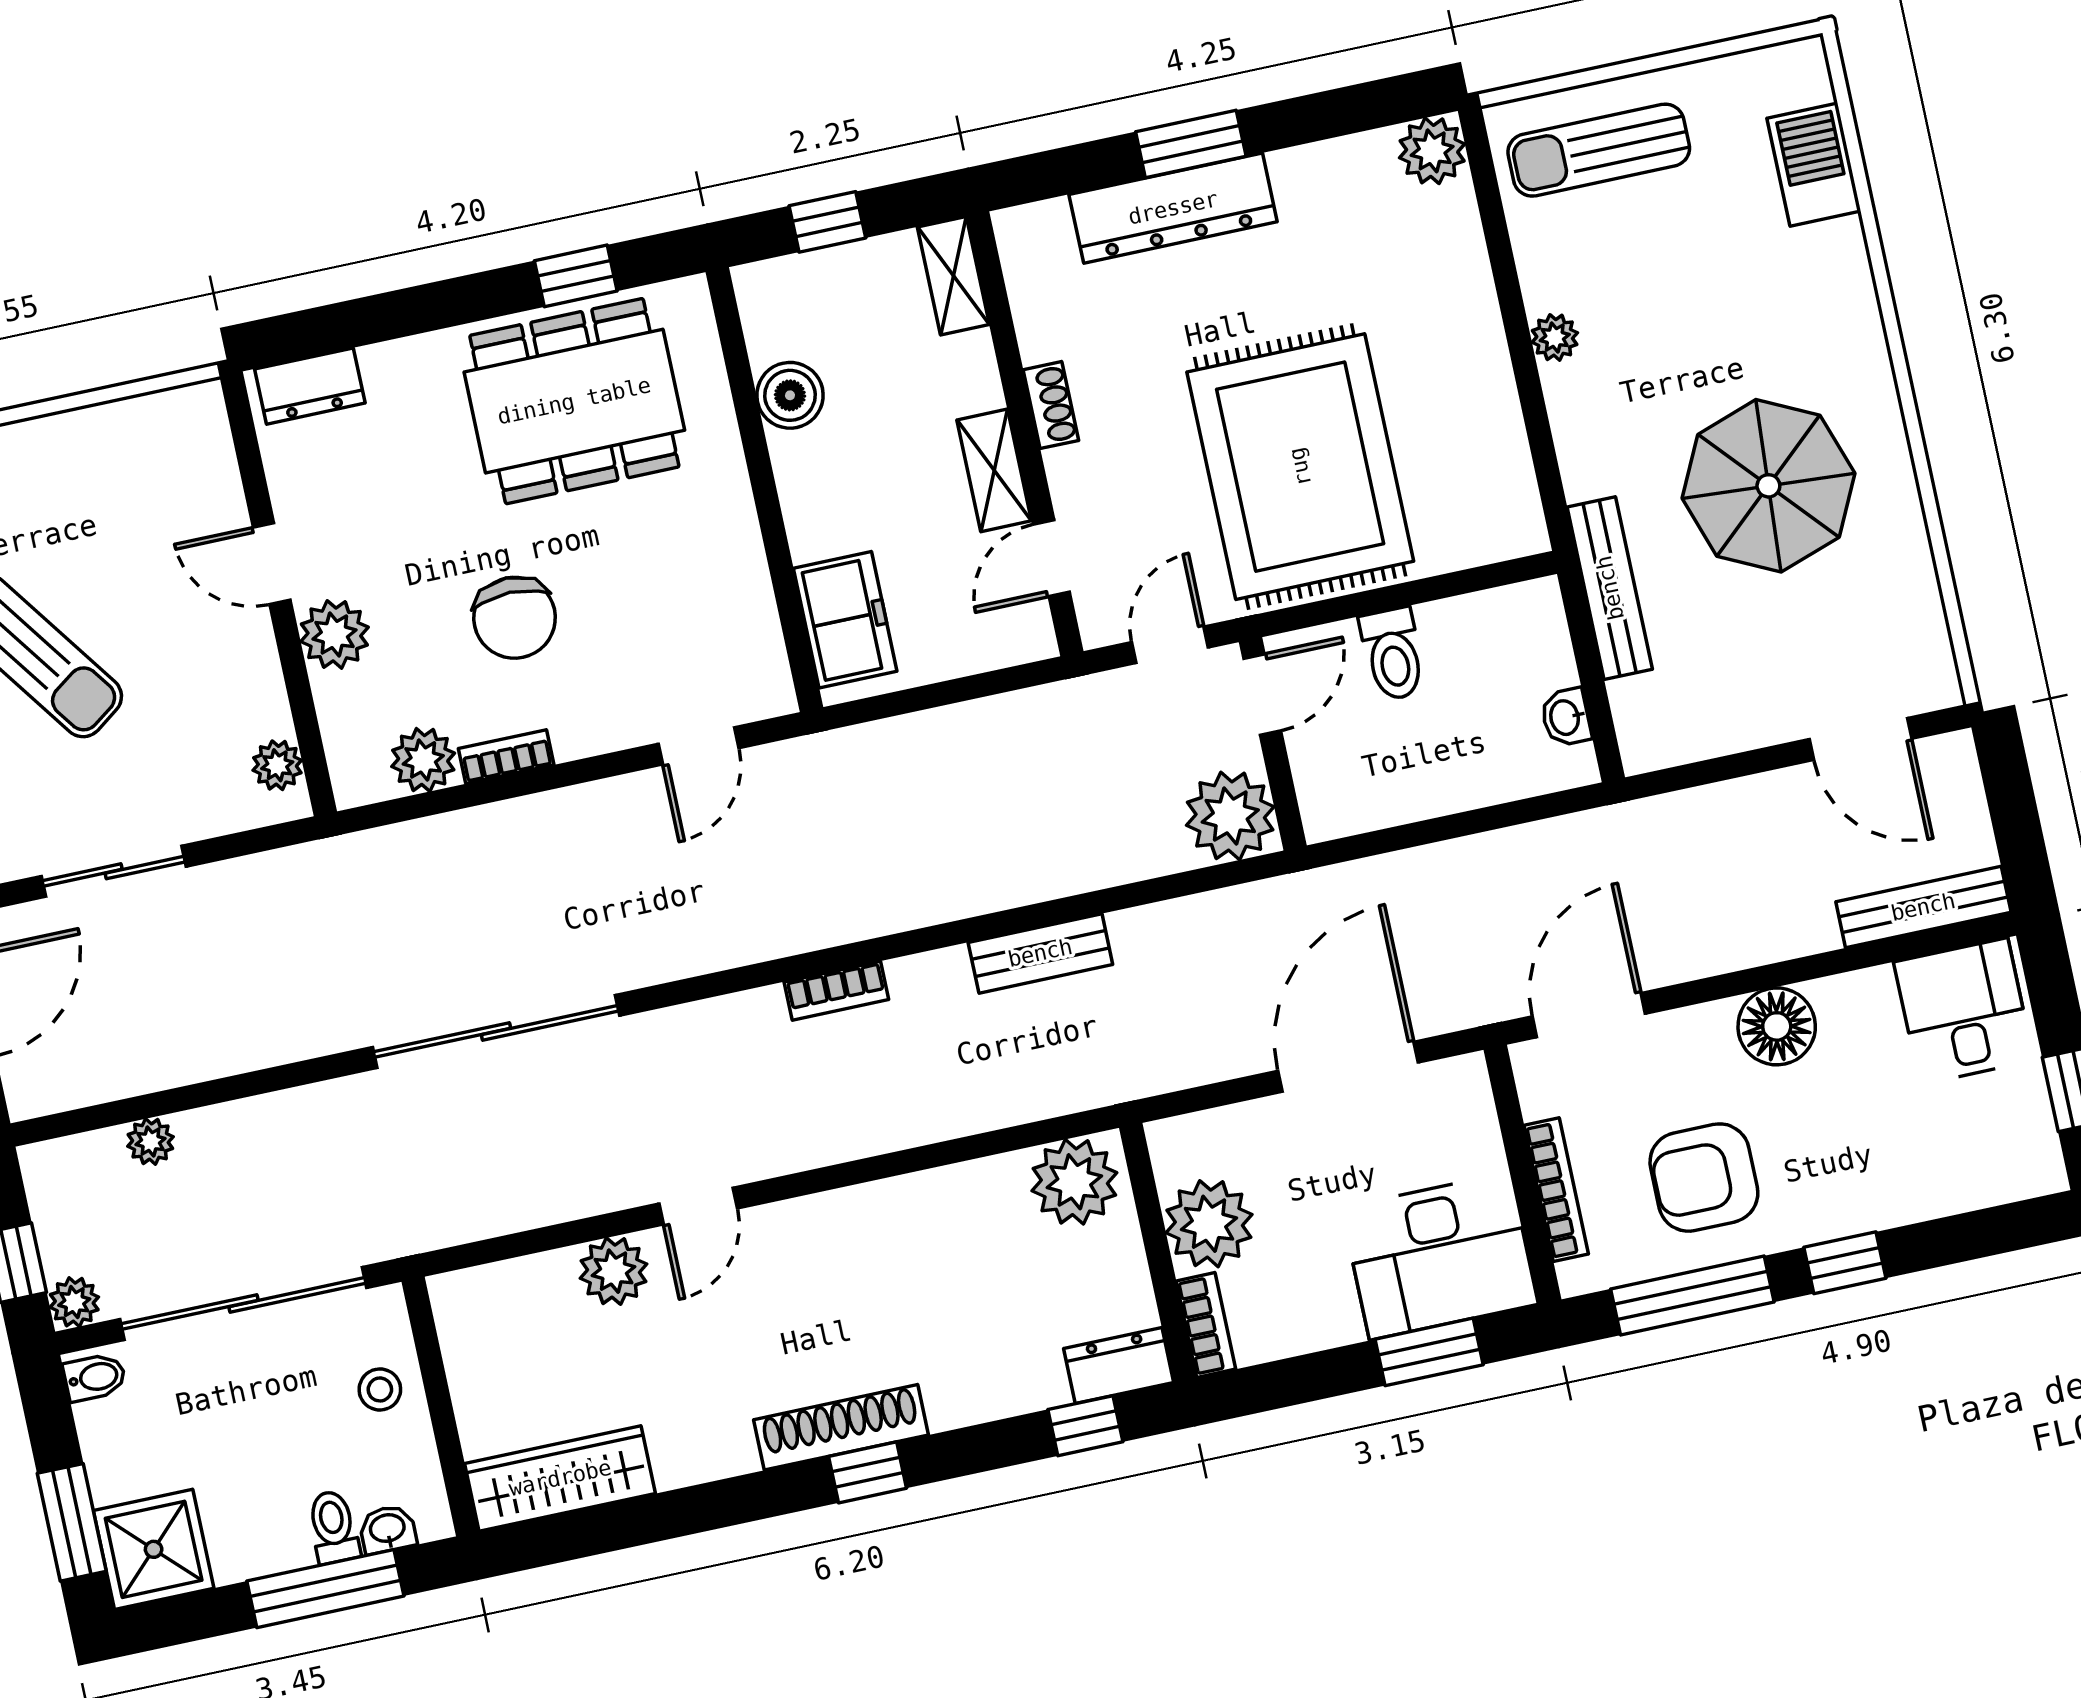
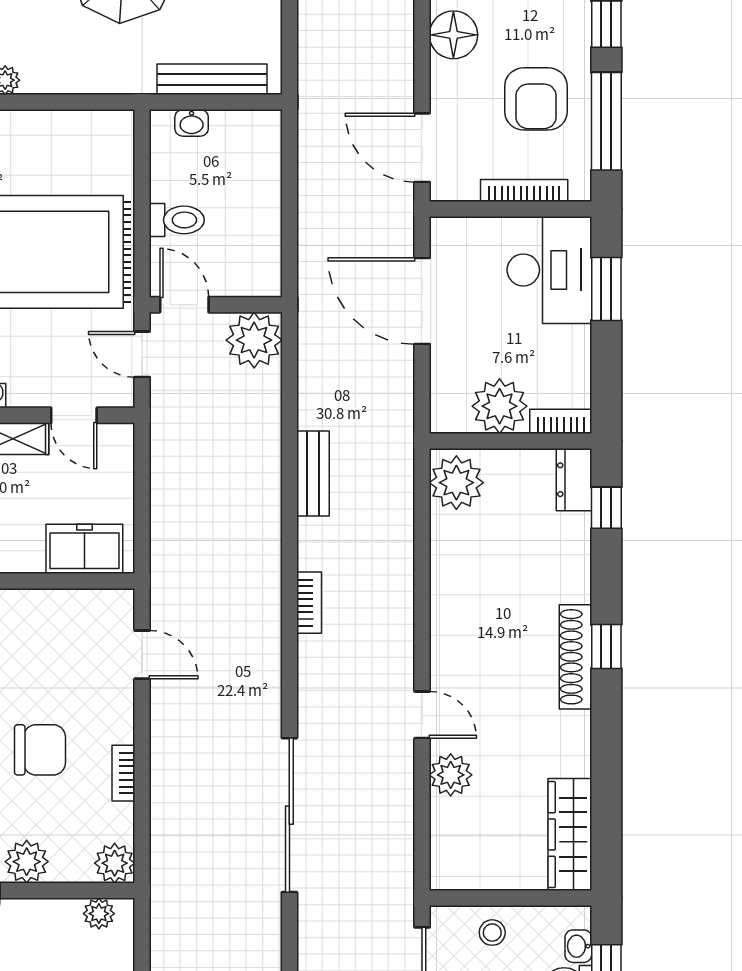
bench: (1610, 588) -> (212, 79), moved
washbasin: (1566, 717) -> (192, 123), moved
plant: (423, 760) -> (115, 863), moved

